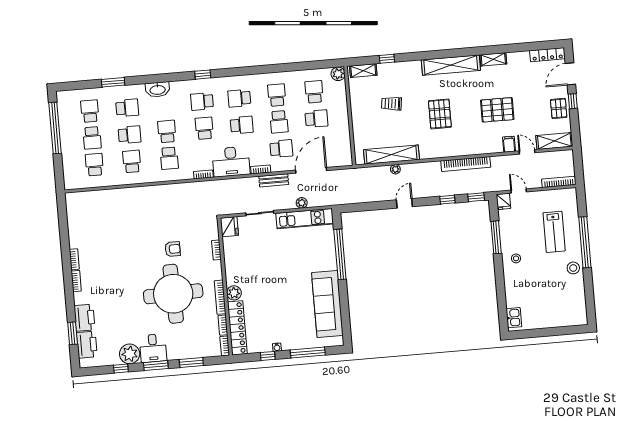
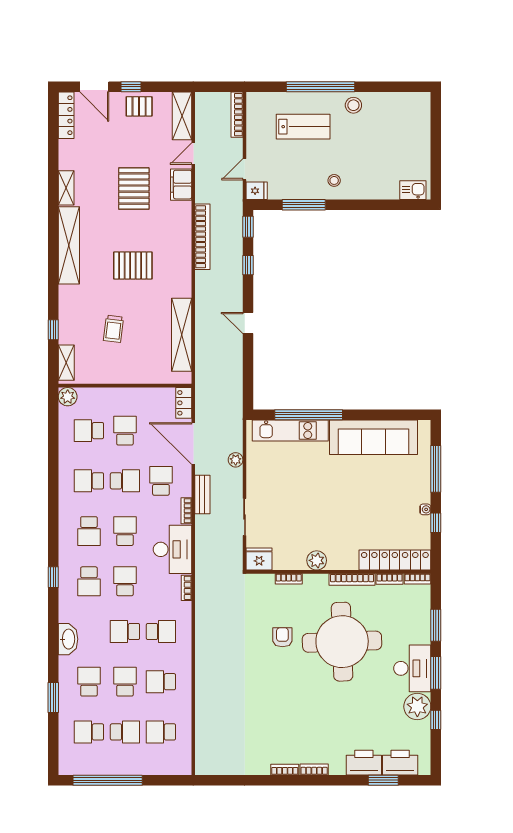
school desk: (204, 128) -> (125, 581), turned 90
filing cabinet: (509, 144) -> (181, 185), width x2.00
locker: (341, 161) -> (184, 403), added
plant: (395, 169) -> (201, 331), removed
kitchen unit: (305, 219) -> (290, 431), moved, turned 90
plant: (234, 293) -> (317, 560), moved
desk: (153, 348) -> (412, 668), width x1.37

